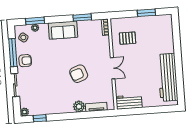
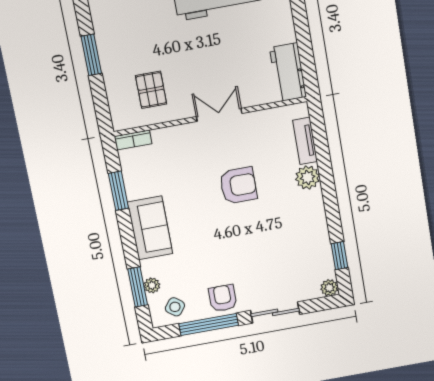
armchair: (79, 74) -> (238, 185), turned -70

